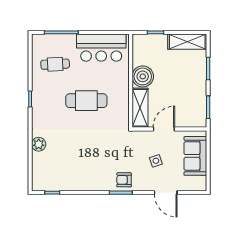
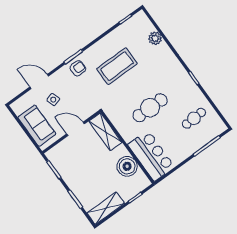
bar counter: (101, 48) -> (151, 156), moved, turned 90
boiler: (143, 76) -> (127, 166), moved
door: (164, 129) -> (75, 129), swing flipped
plant: (39, 144) -> (155, 38), moved
coffee table: (89, 157) -> (117, 66), added
side table: (156, 161) -> (53, 100), moved

